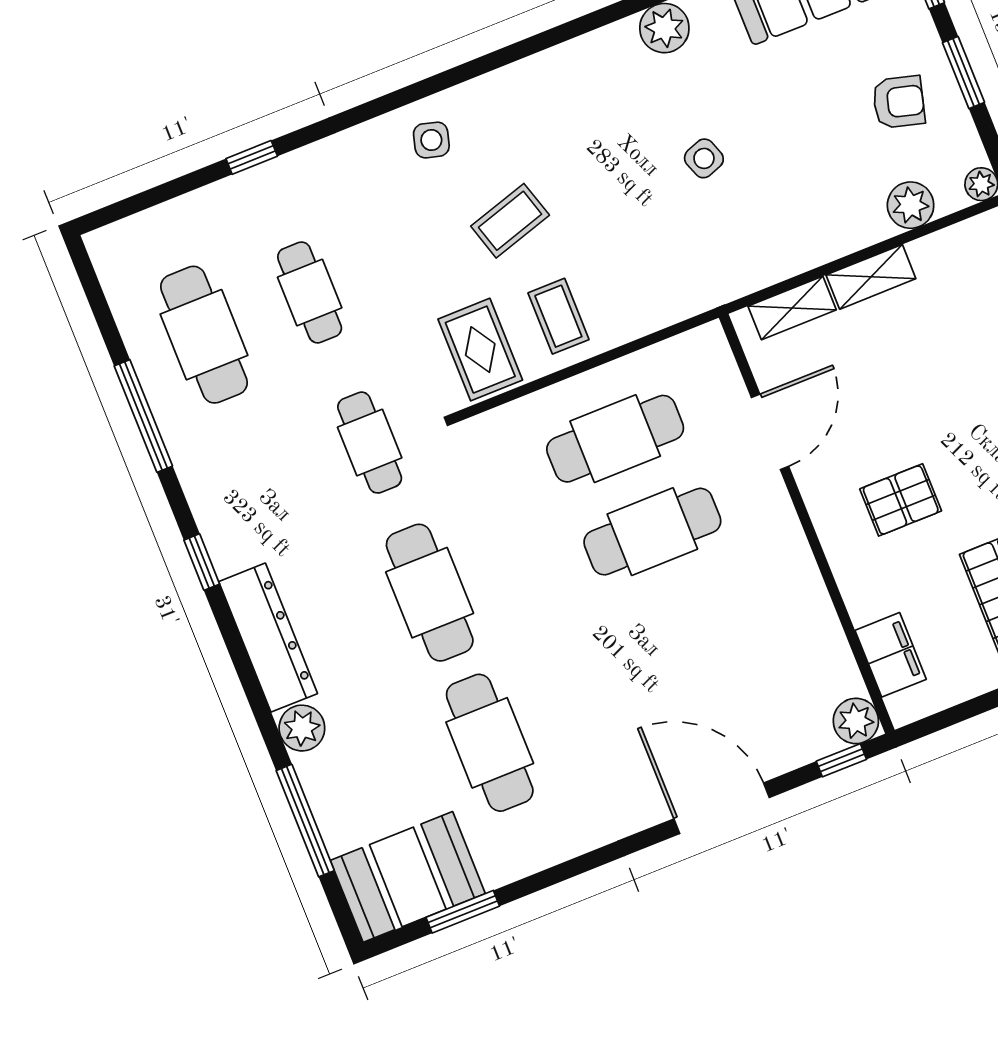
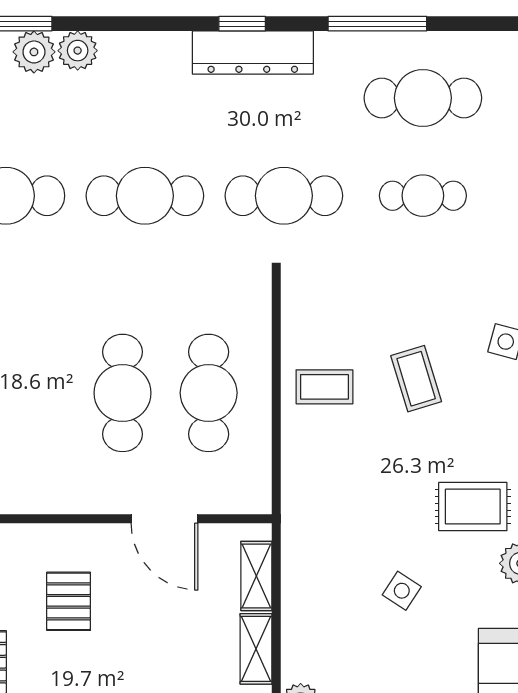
side table: (704, 158) -> (402, 591), moved, turned -37
rug: (480, 350) -> (473, 507), moved
cafe table: (370, 443) -> (284, 196), width x1.37, depth x1.35
dresser: (268, 638) -> (253, 52), moved
plant: (322, 775) -> (34, 52), added

